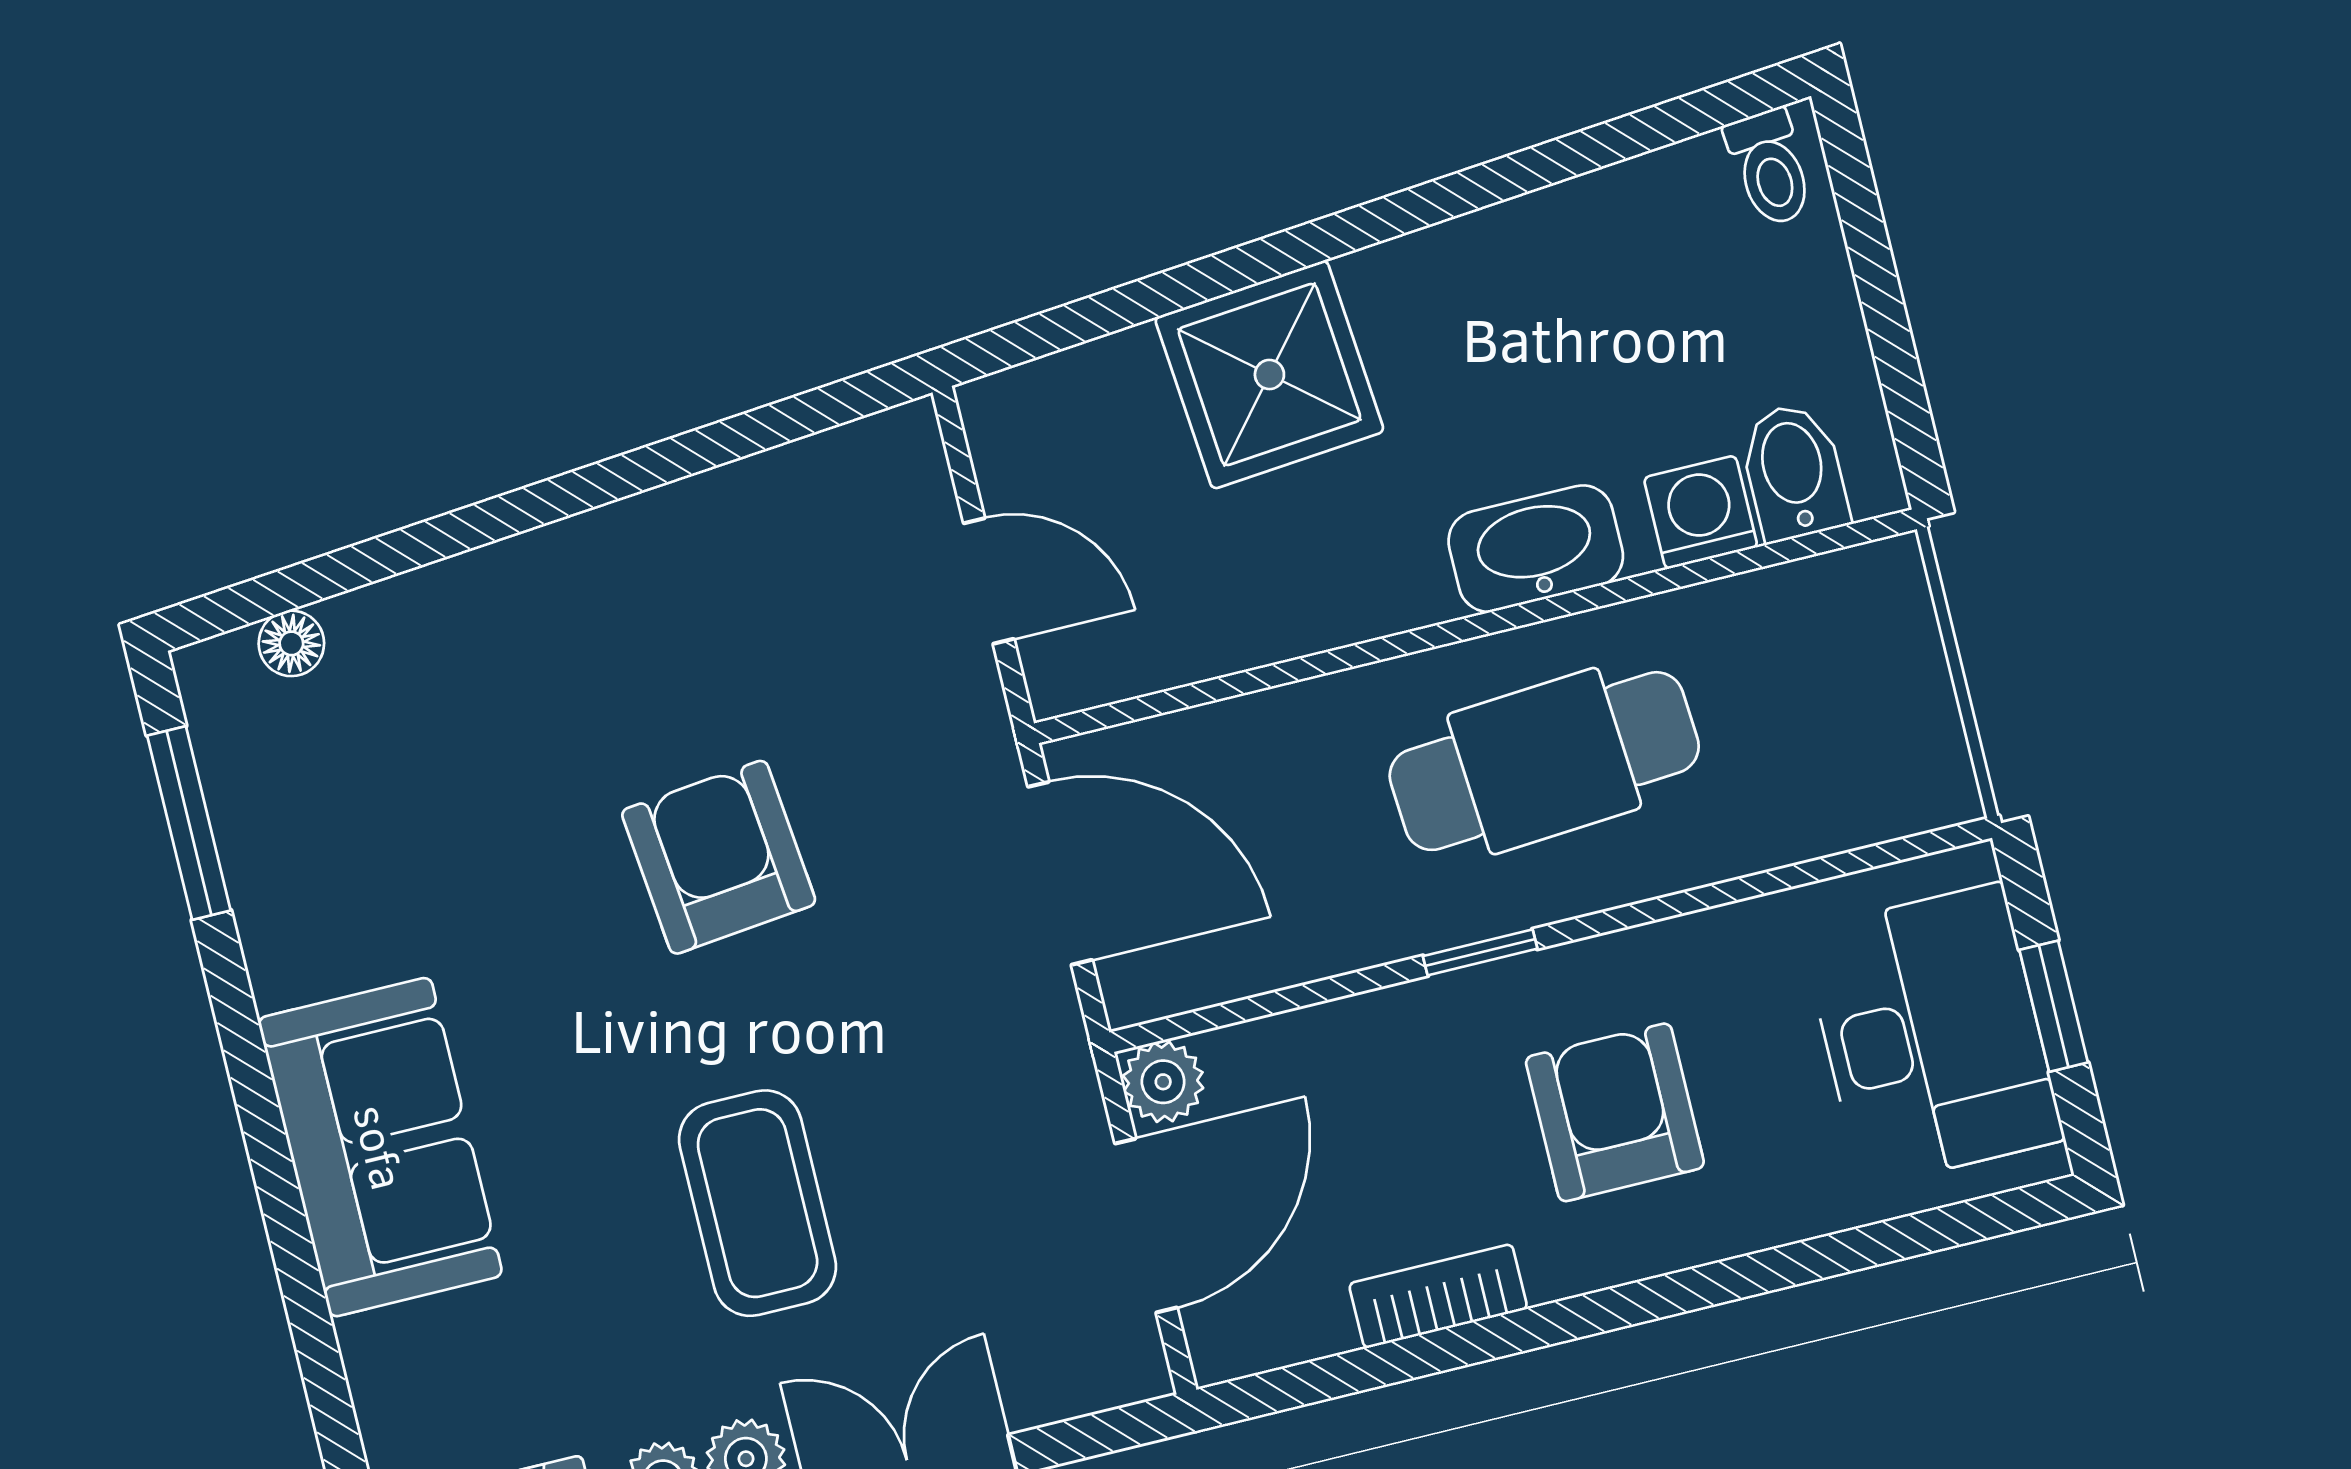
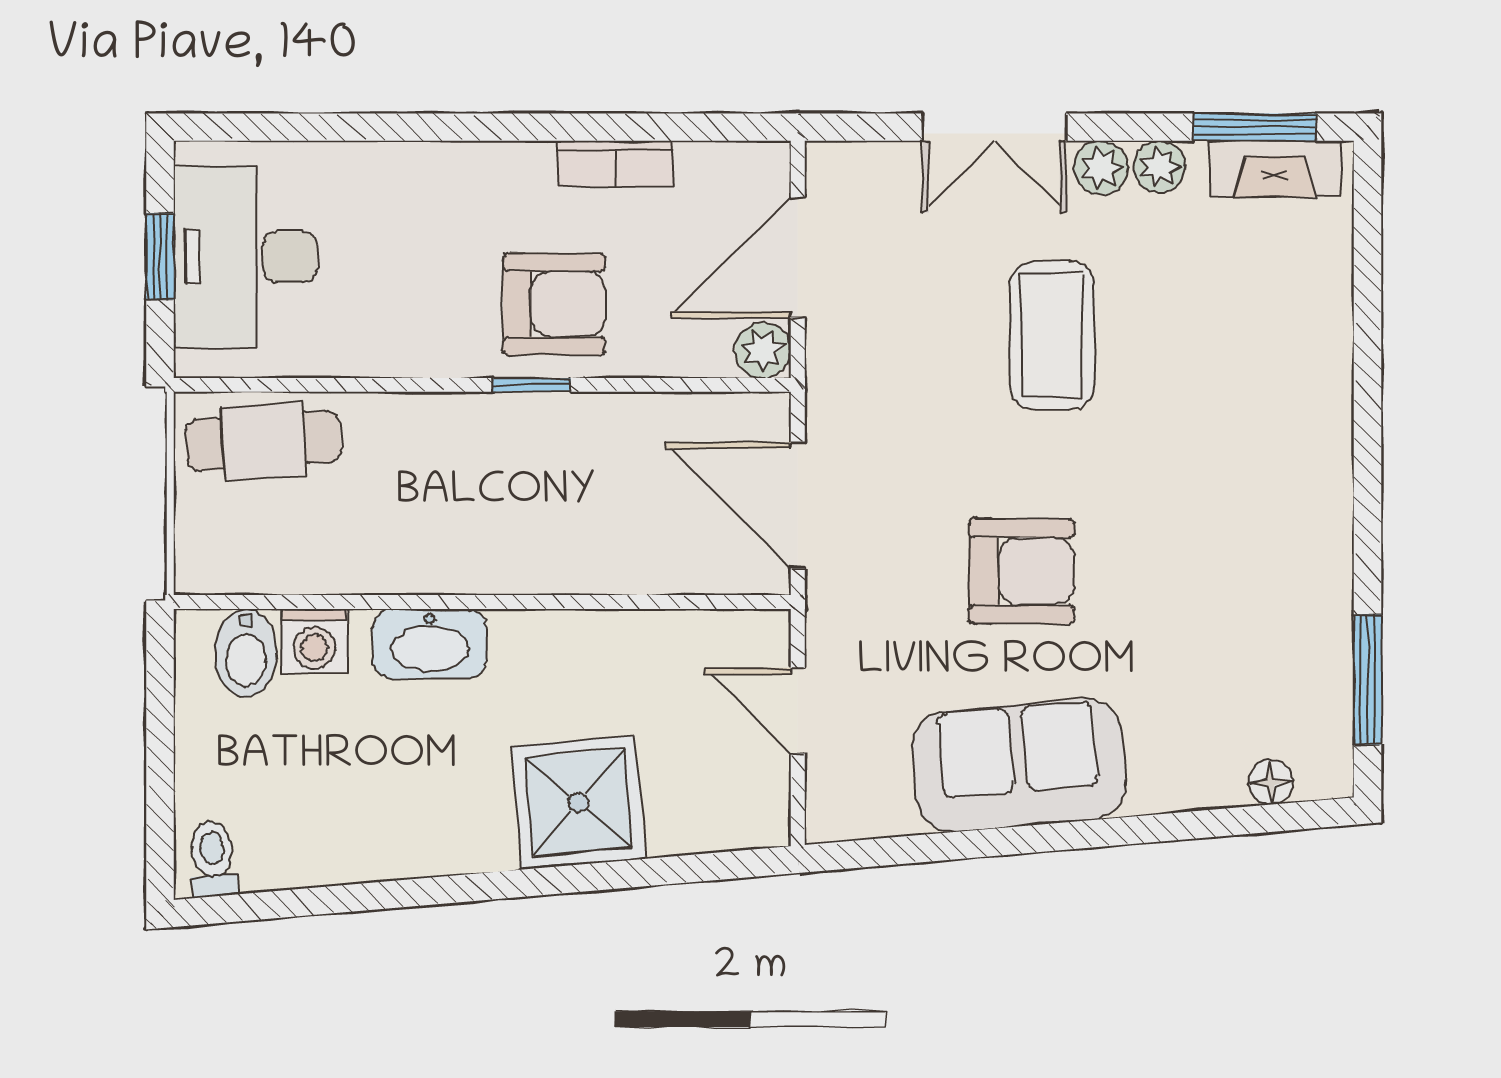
cafe table: (1544, 761) -> (263, 441), moved, width x0.73, depth x0.74
armchair: (719, 857) -> (1022, 571), turned -84
armchair: (1615, 1112) -> (554, 304), moved, turned -90
sofa: (380, 1147) -> (1019, 765), moved, turned 85

